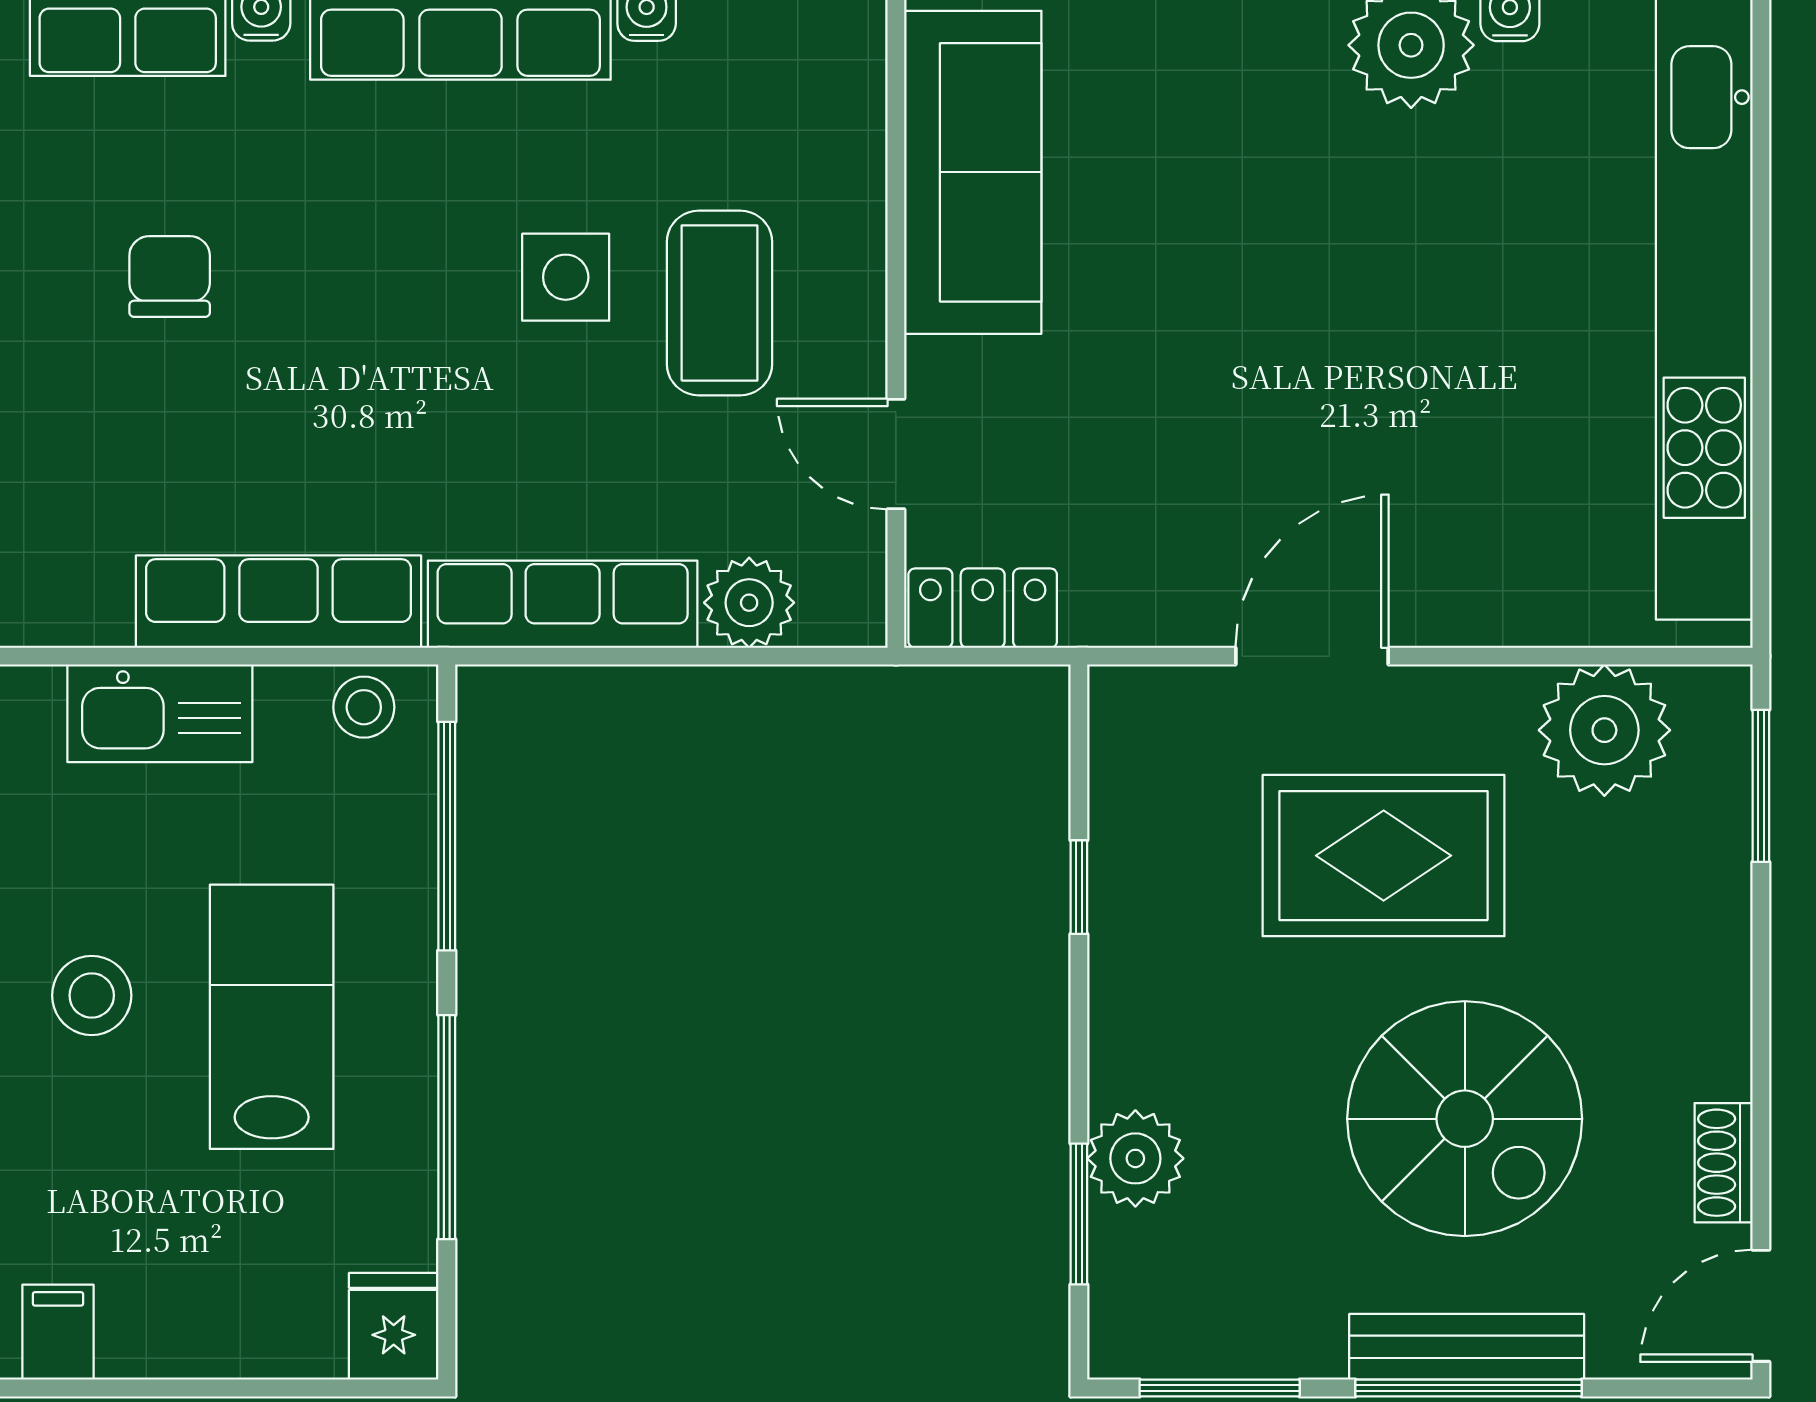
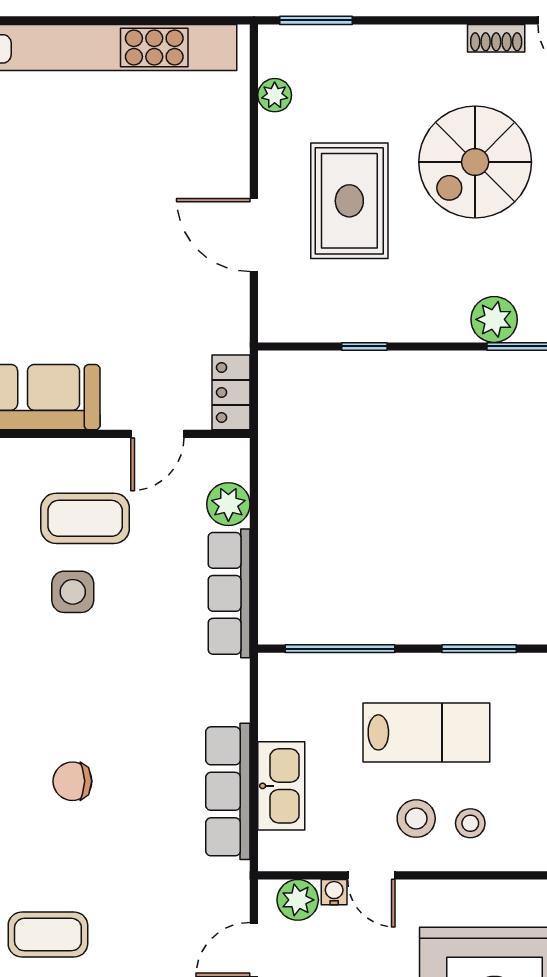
row of seats: (279, 602) -> (228, 791), moved
stool: (364, 707) -> (470, 823), moved
plant: (1604, 730) -> (275, 95), width x0.53, depth x0.53
lab bench: (272, 1017) -> (426, 732), turned 180
spiral stairs: (1465, 1119) -> (475, 162), turned 180
window: (447, 1127) -> (479, 649), width x0.69

